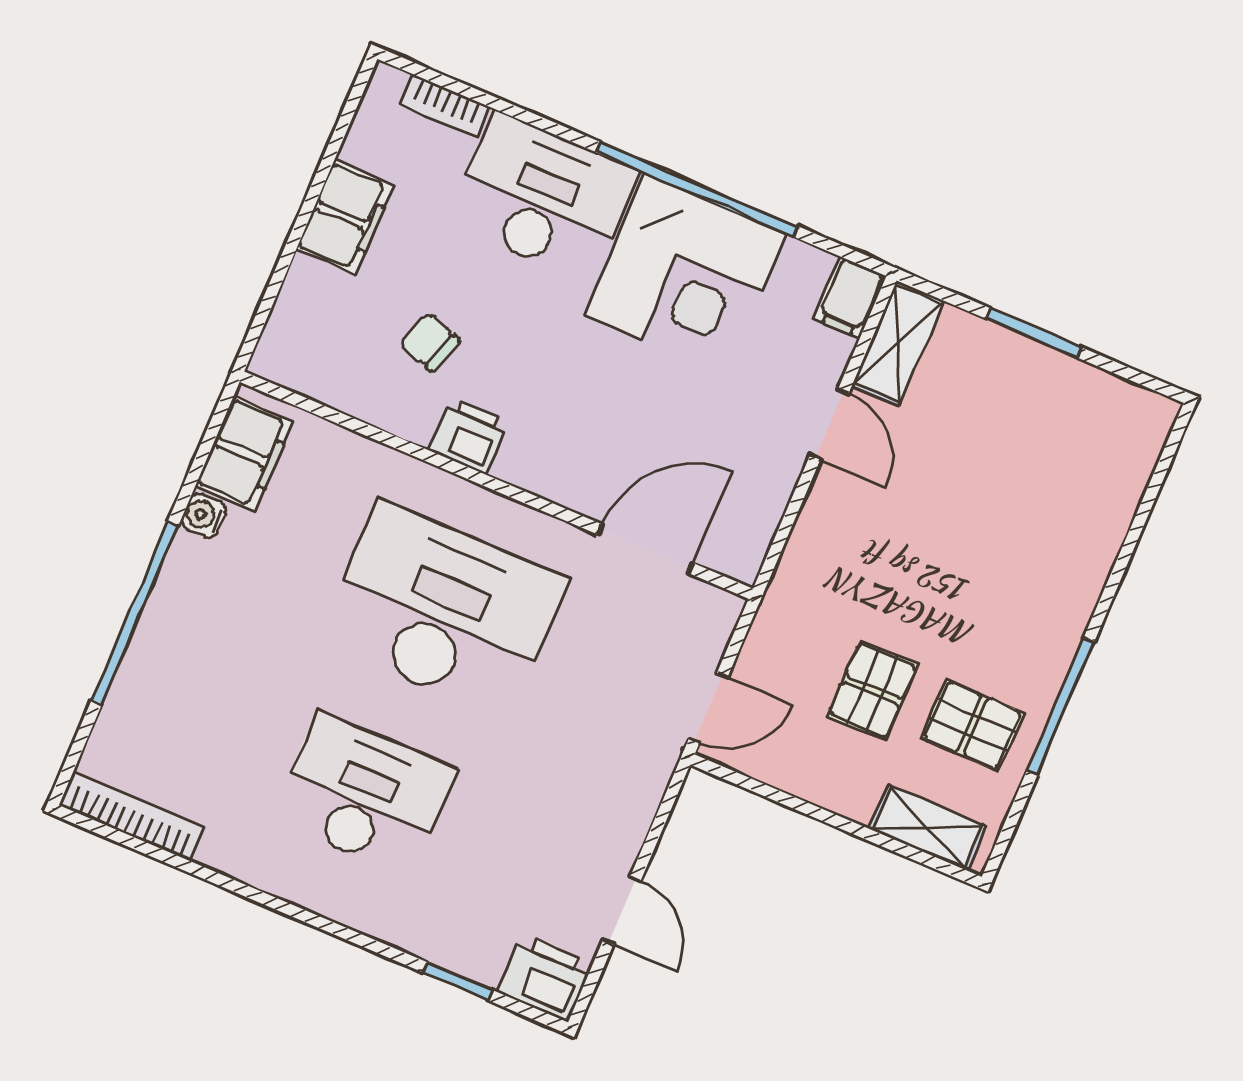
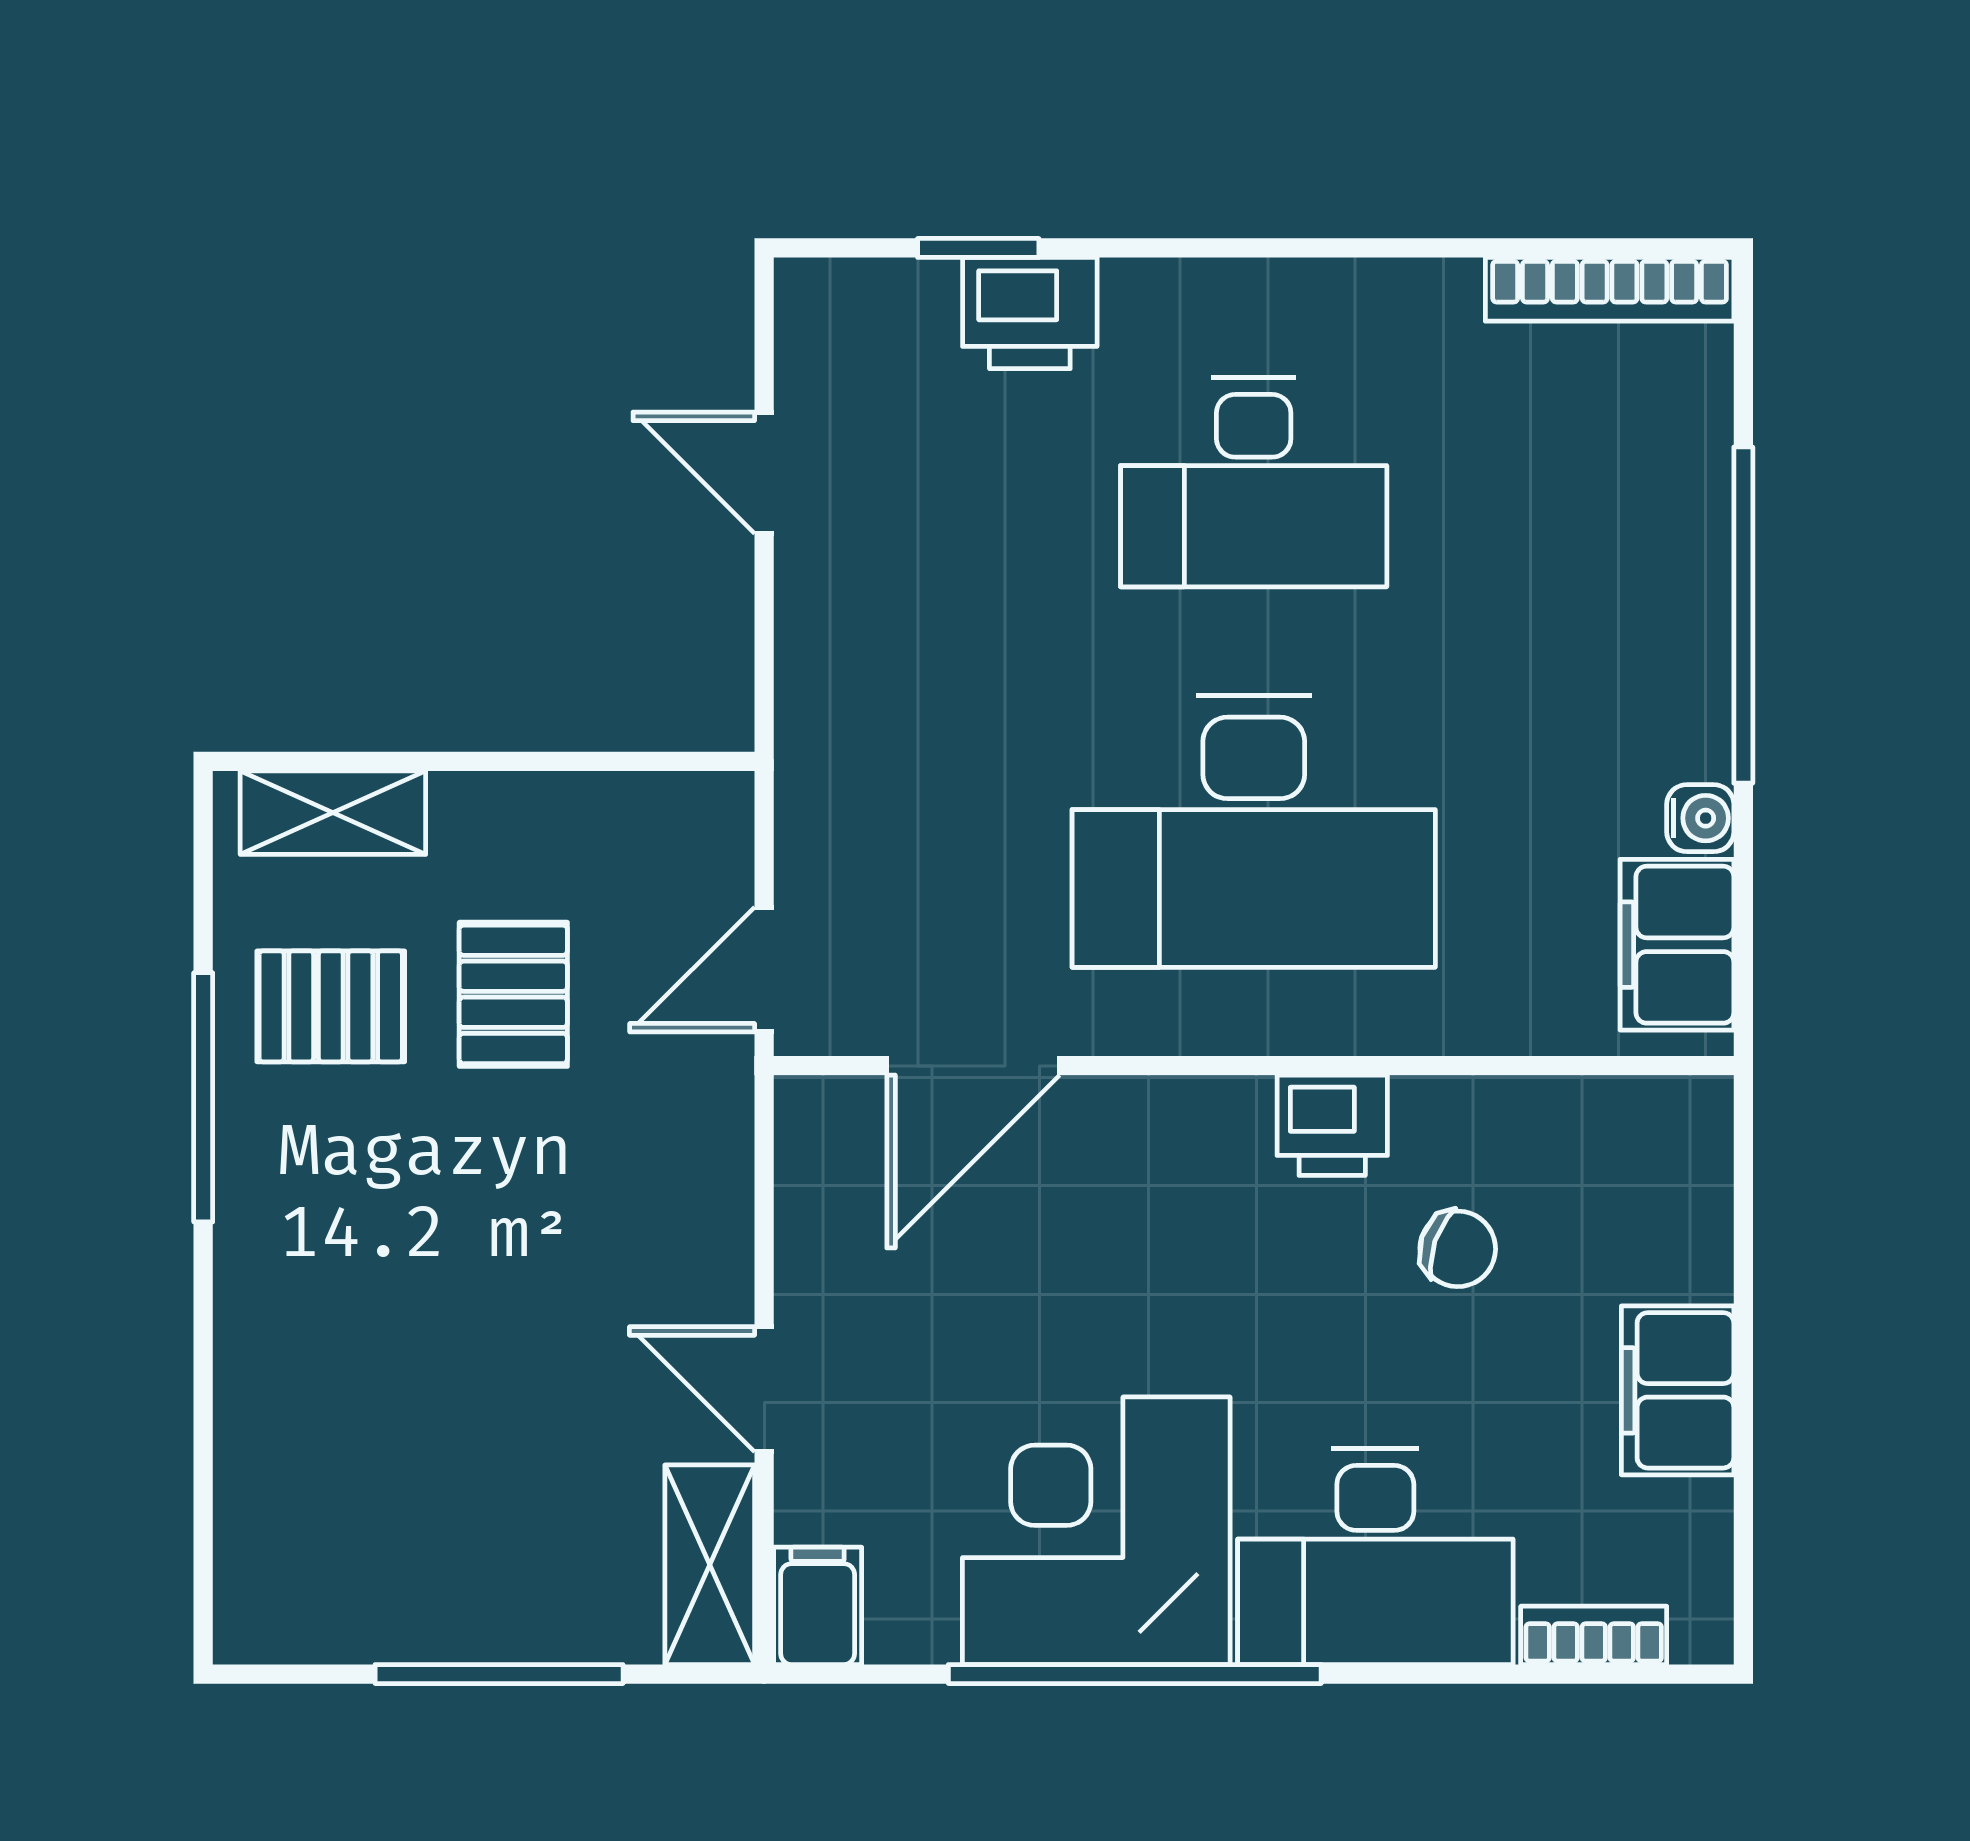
window: (1034, 333) -> (499, 1674), width x1.44
door: (708, 708) -> (764, 970), moved
printer: (545, 978) -> (1030, 313), moved

